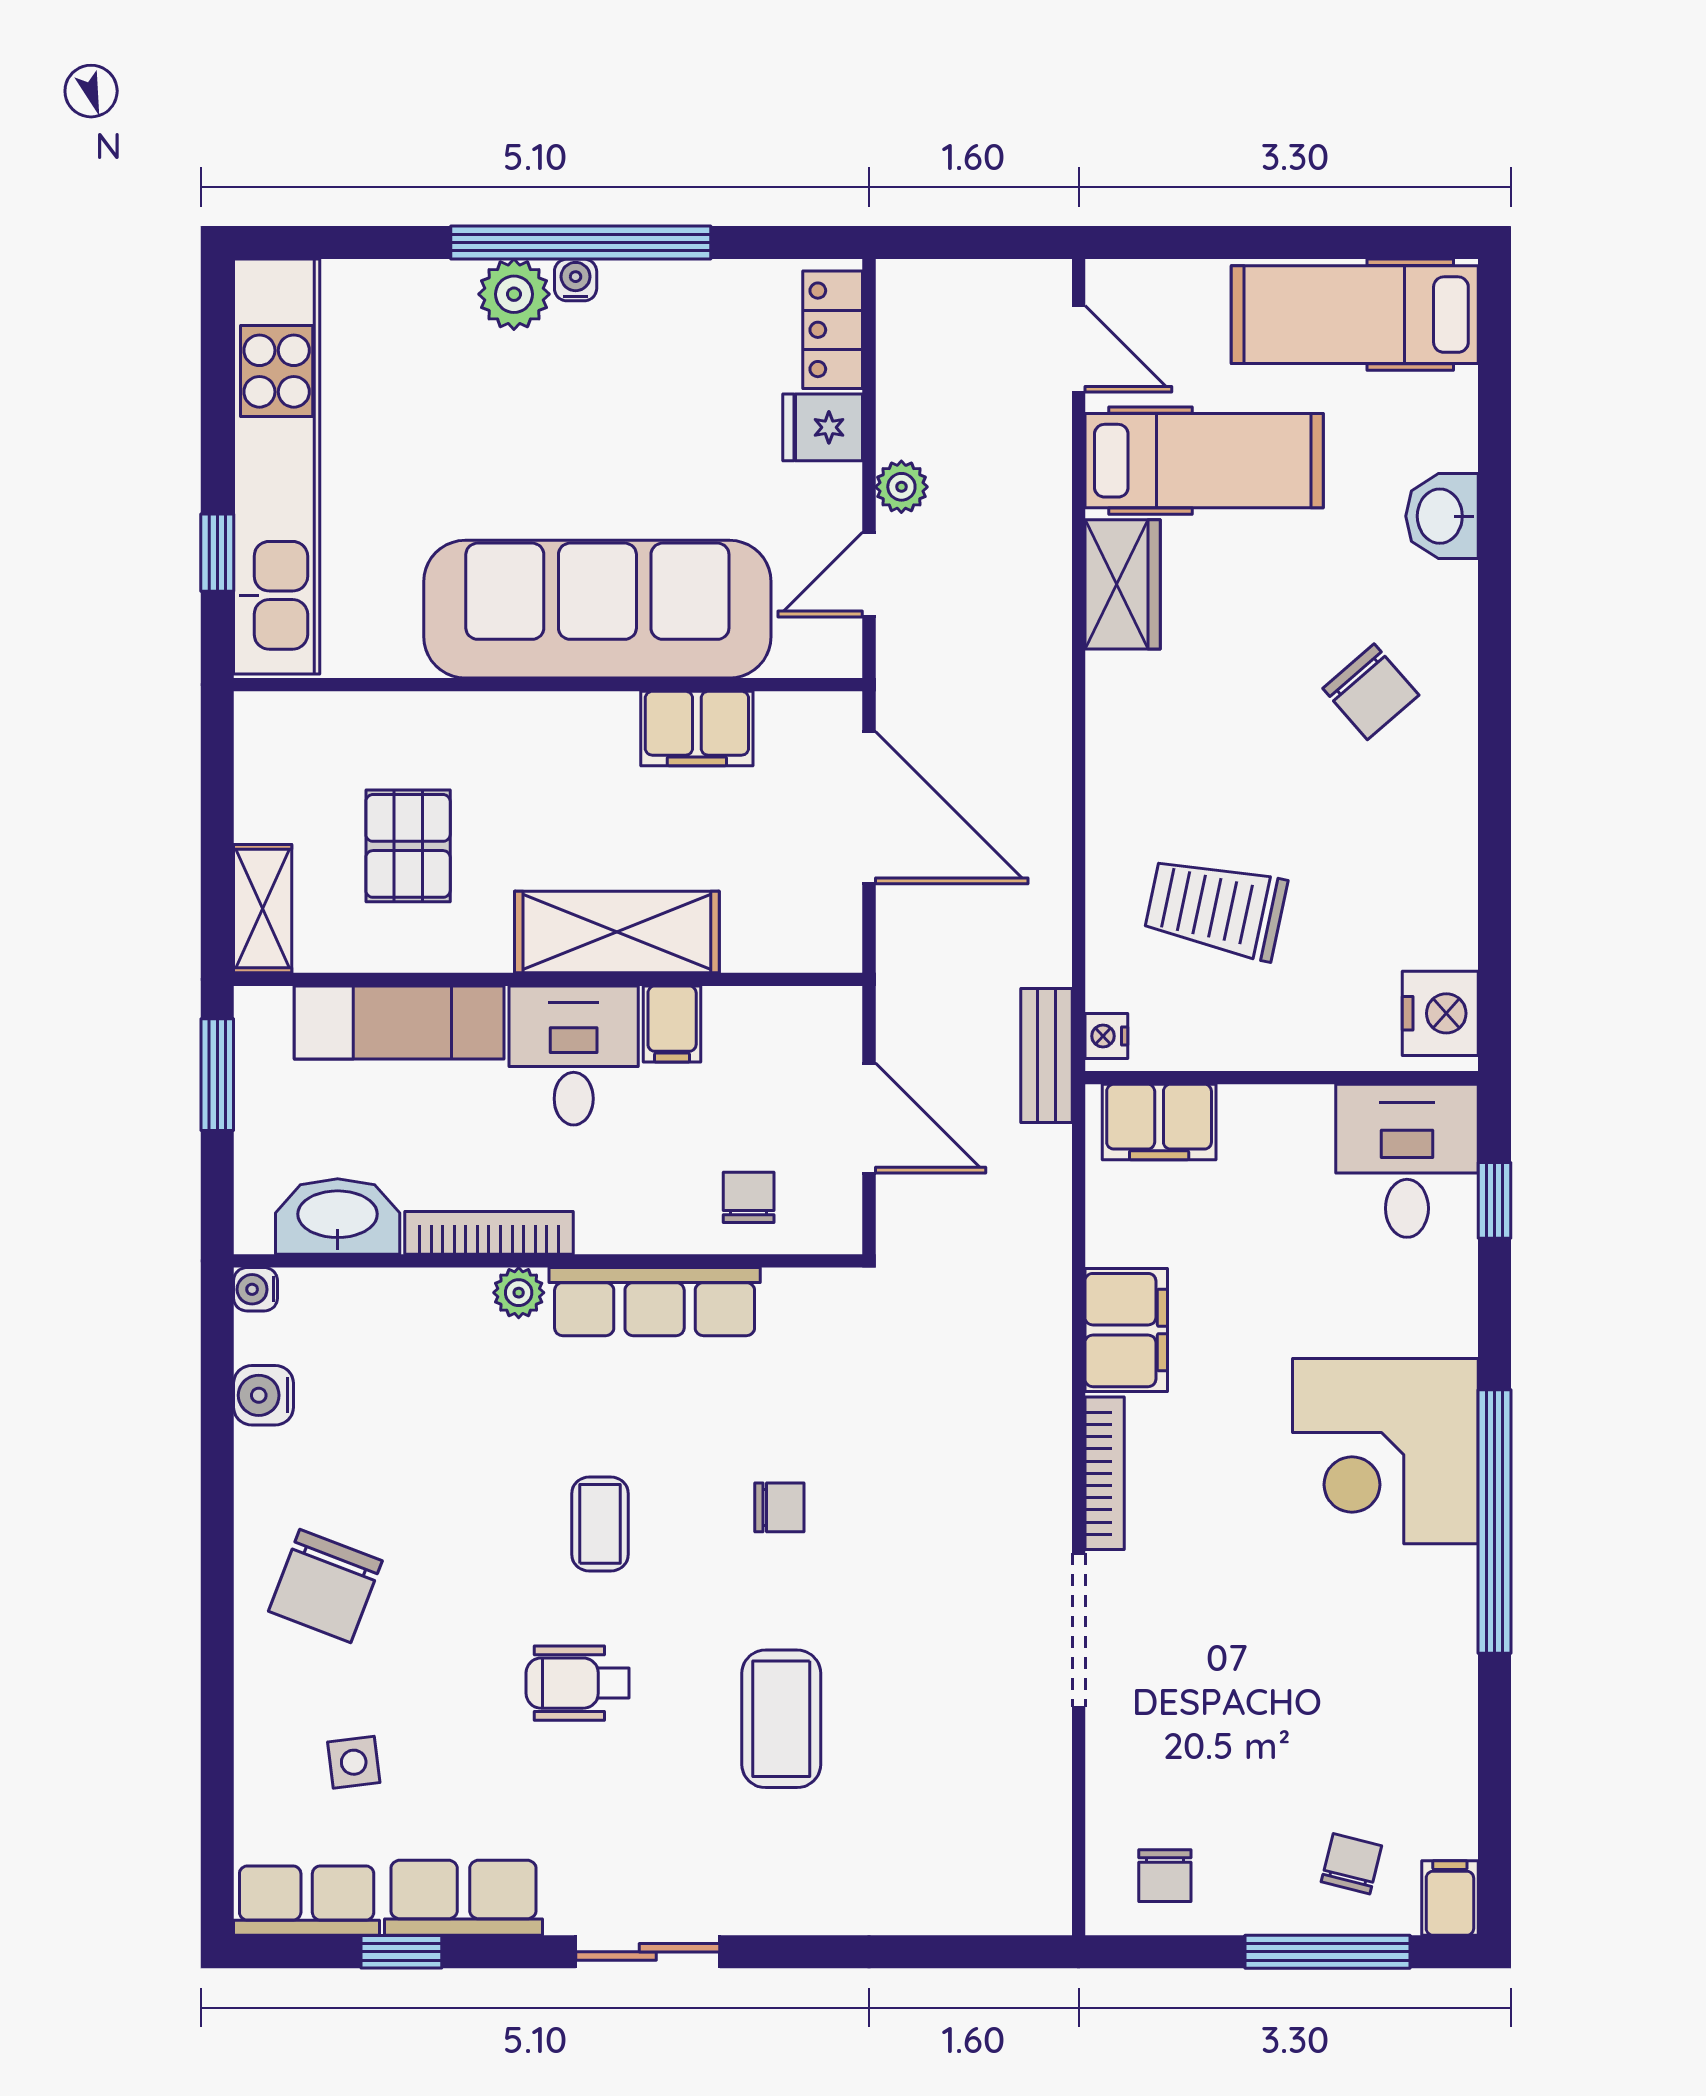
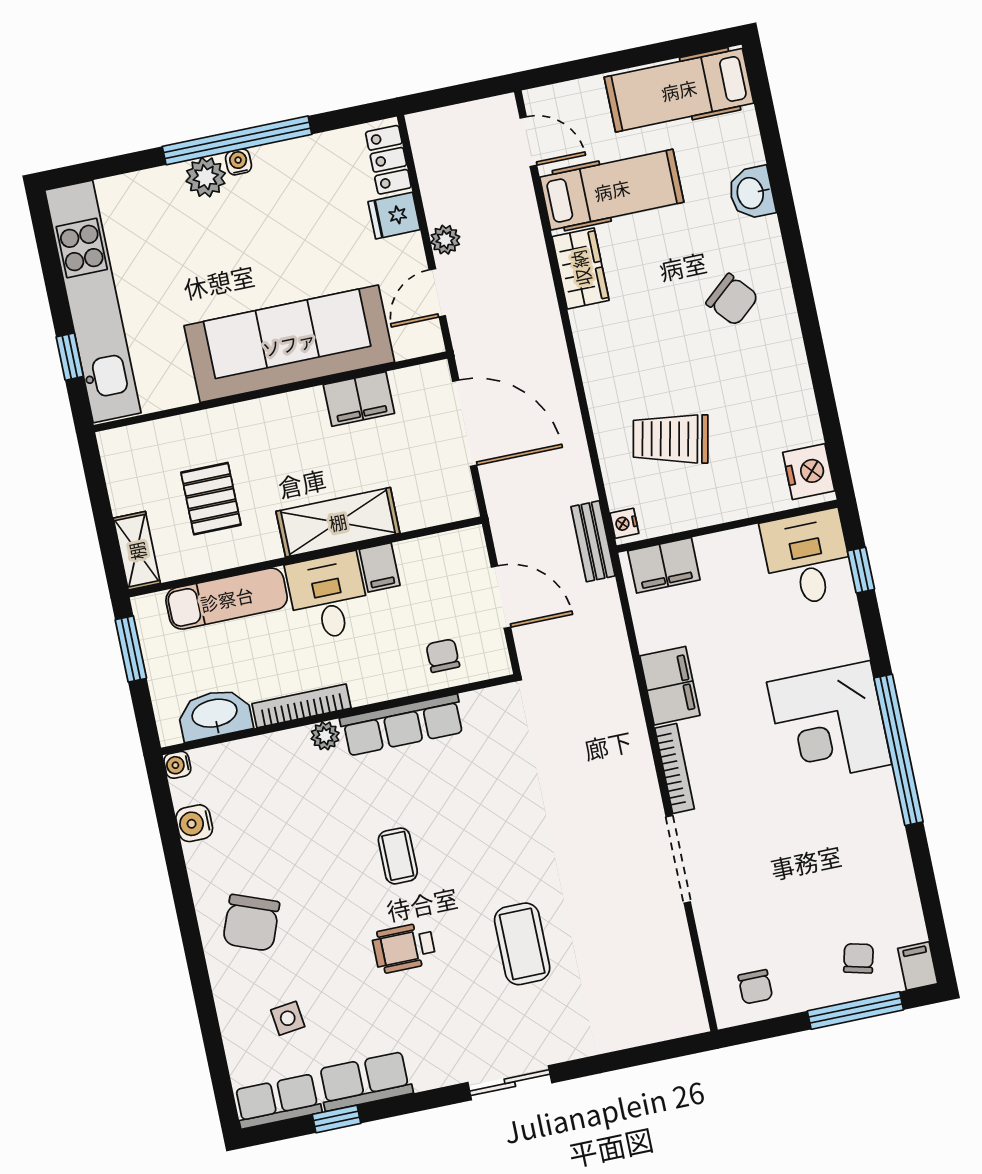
chair: (779, 1507) -> (496, 826), removed
sliding door: (648, 1952) -> (510, 1083), moved

